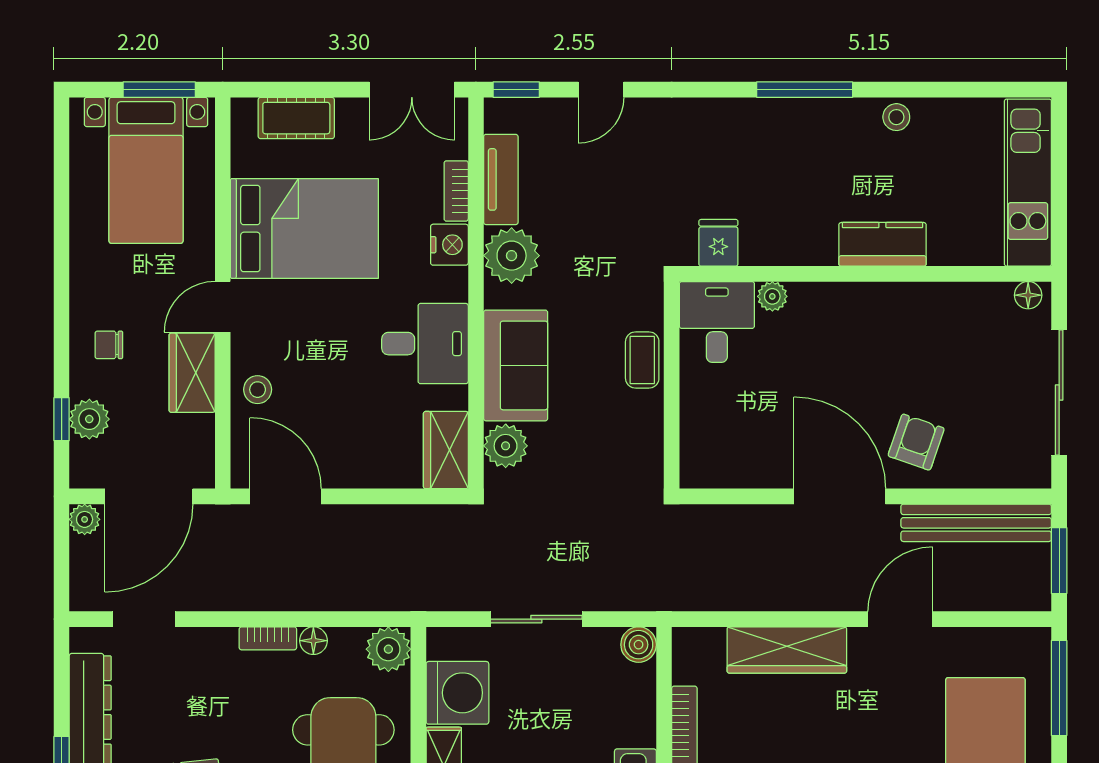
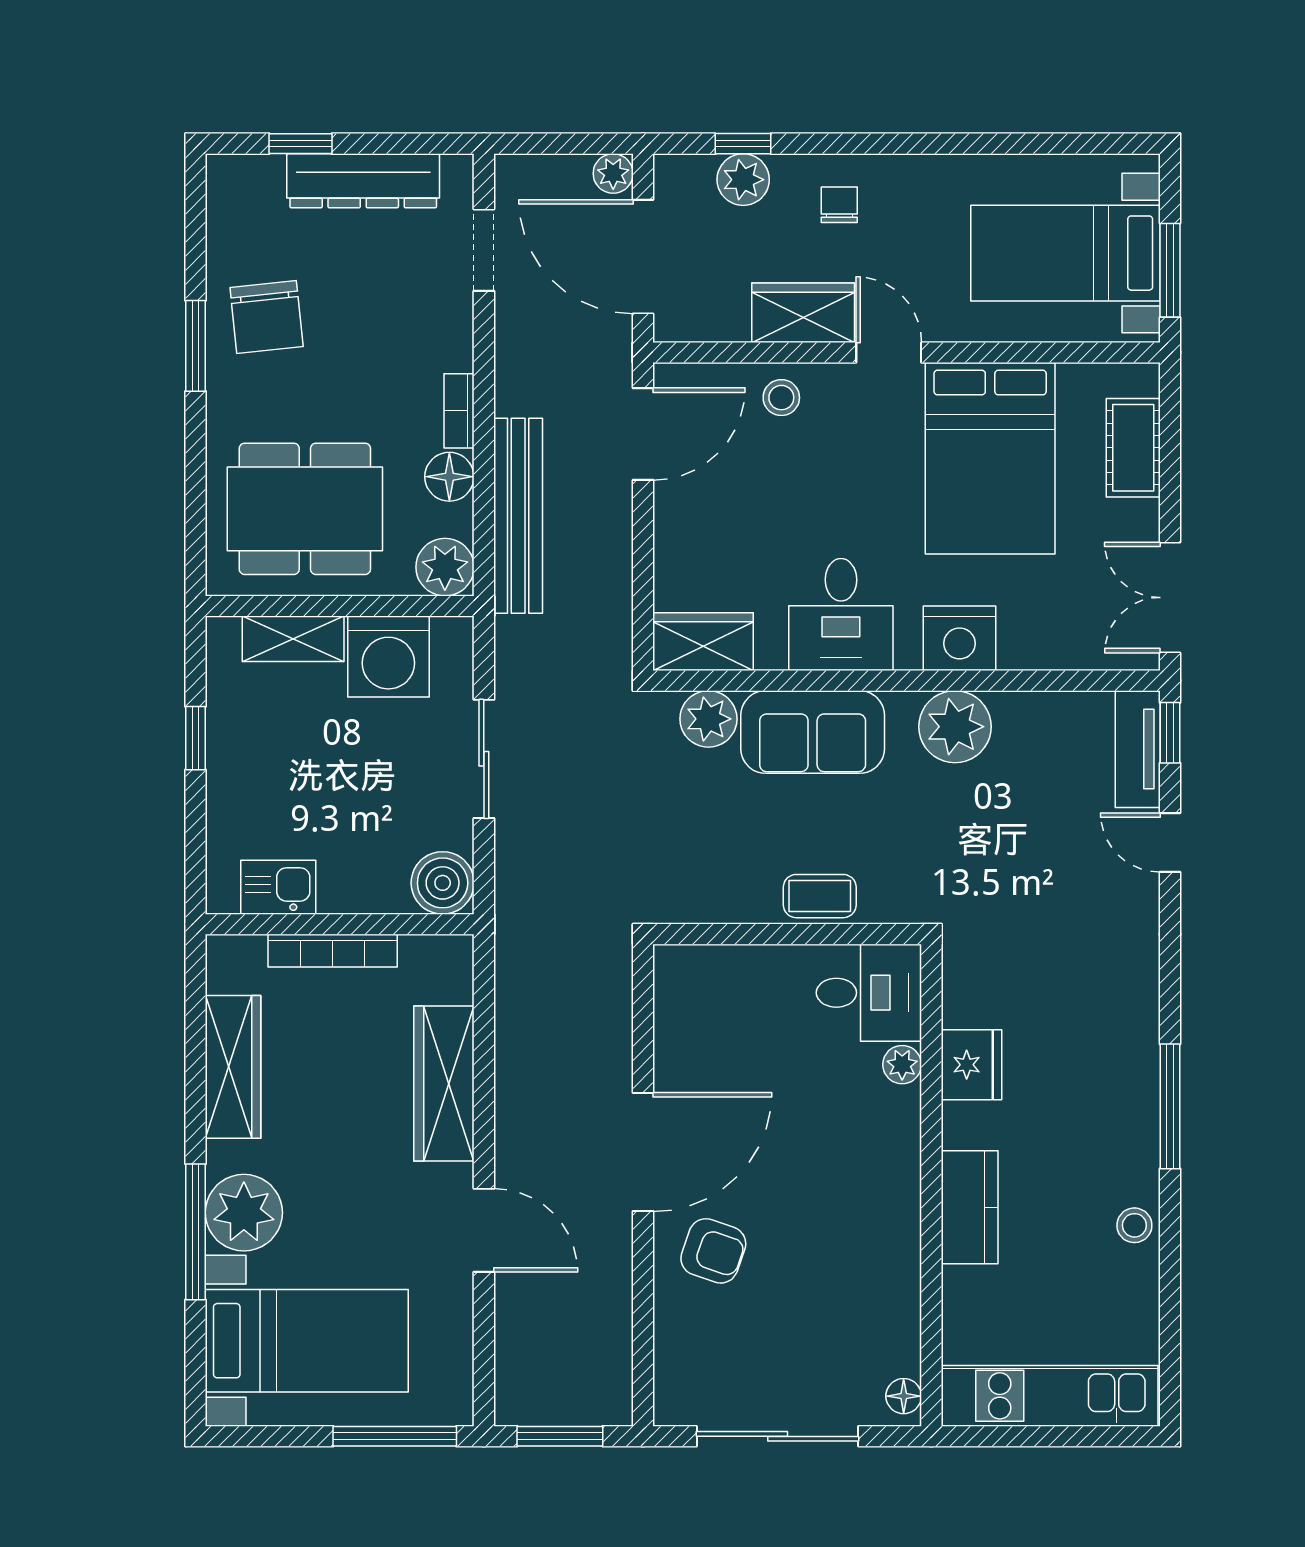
tv unit: (501, 179) -> (1138, 749), moved, turned 90
bookcase: (456, 191) -> (1039, 655), removed
fridge: (718, 243) -> (971, 1065), moved, width x1.38
nightstand: (449, 245) -> (959, 638), width x1.36, depth x1.33
bench: (976, 523) -> (518, 516), moved
floor lamp: (313, 641) -> (449, 477), width x1.37, depth x1.37
boiler: (639, 645) -> (443, 883), width x1.36, depth x1.36

